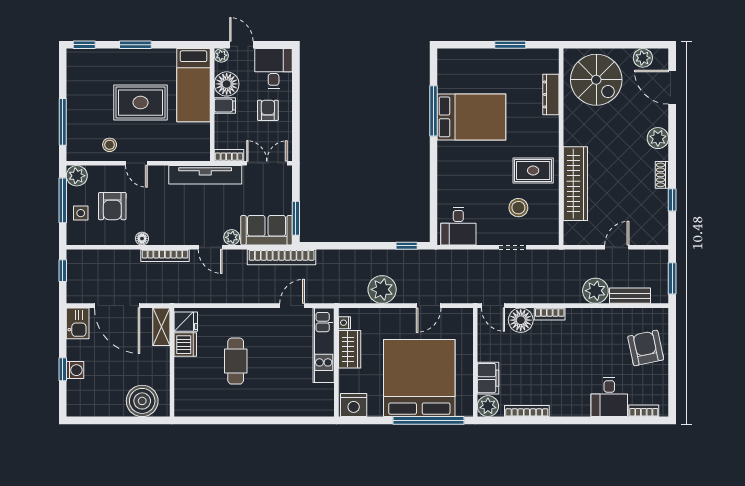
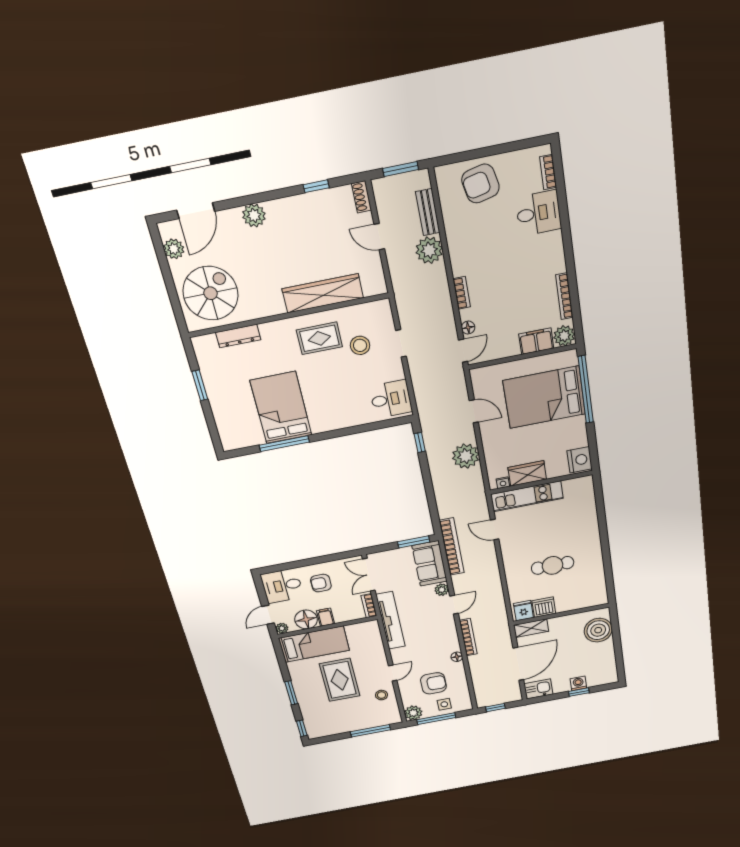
rug: (533, 171) -> (319, 338), turned 90
shoe rack: (662, 175) -> (362, 197), moved, turned 90
floor lamp: (521, 320) -> (468, 328), width x0.53, depth x0.53
bed: (419, 378) -> (544, 397), width x0.73

